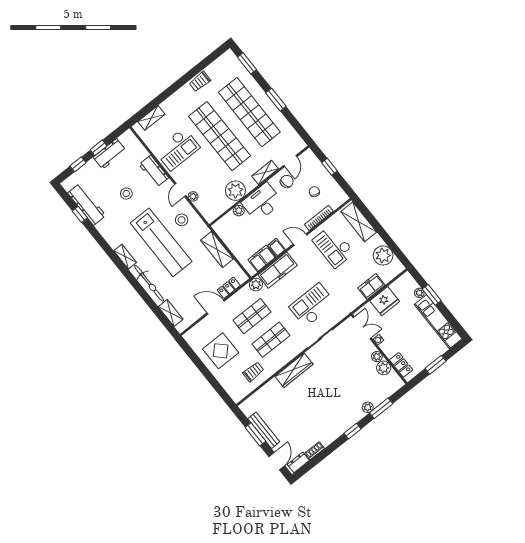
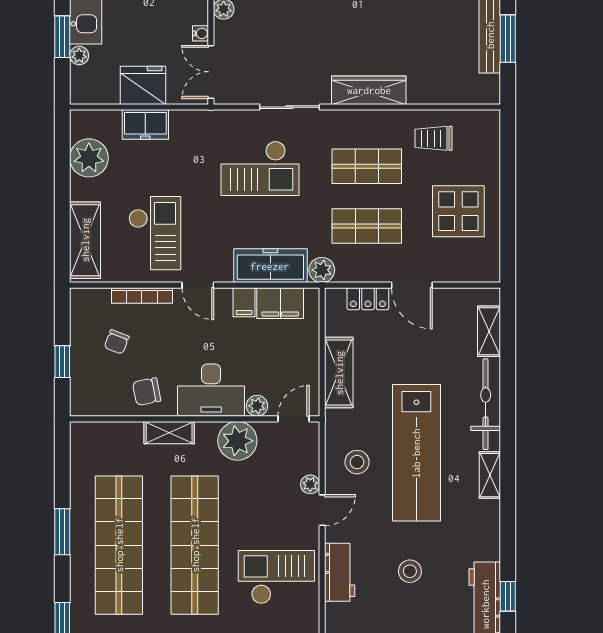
door: (290, 161) -> (293, 419), moved
lab bench: (161, 242) -> (416, 453), turned 180

